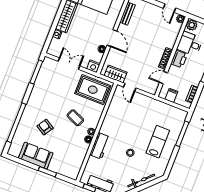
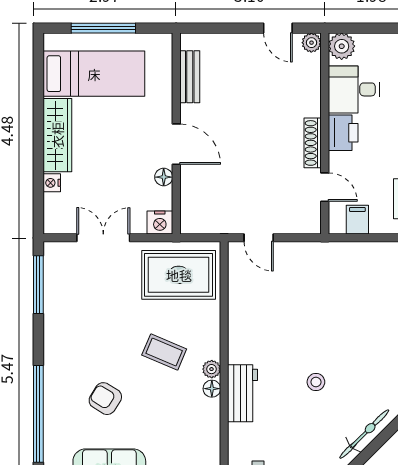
wardrobe: (116, 74) -> (216, 220), removed
door: (164, 78) -> (325, 187), swing flipped
lab bench: (158, 142) -> (367, 334), removed

